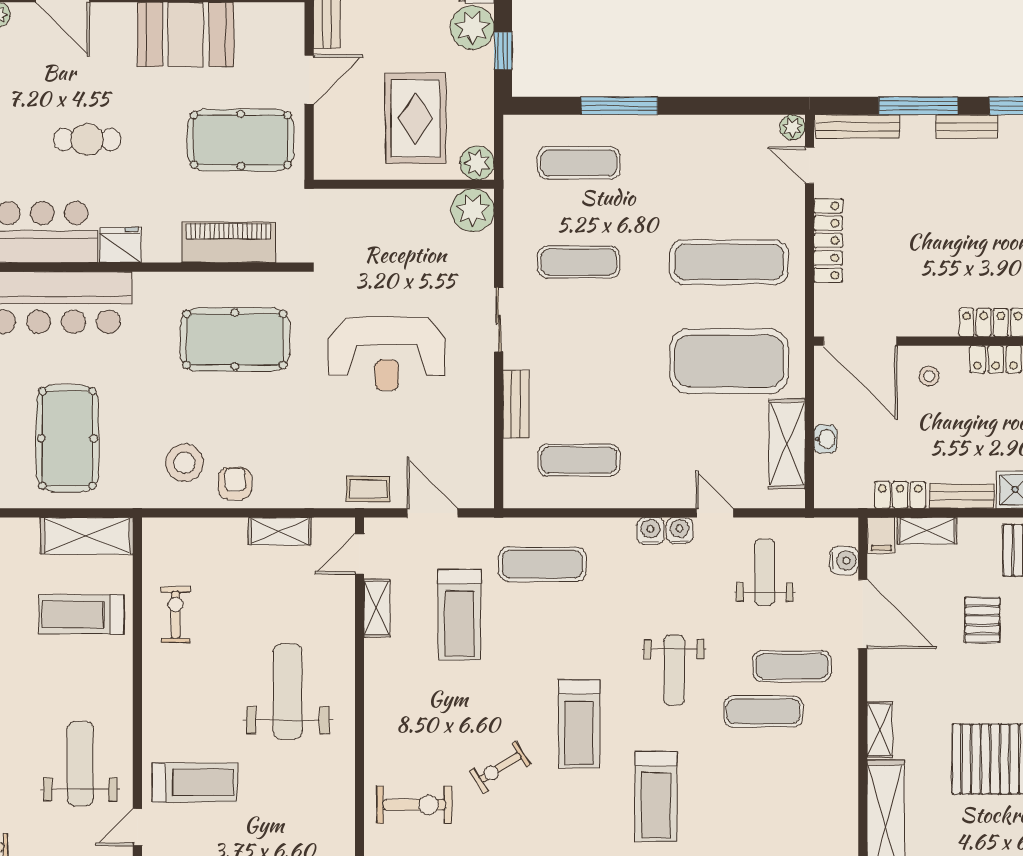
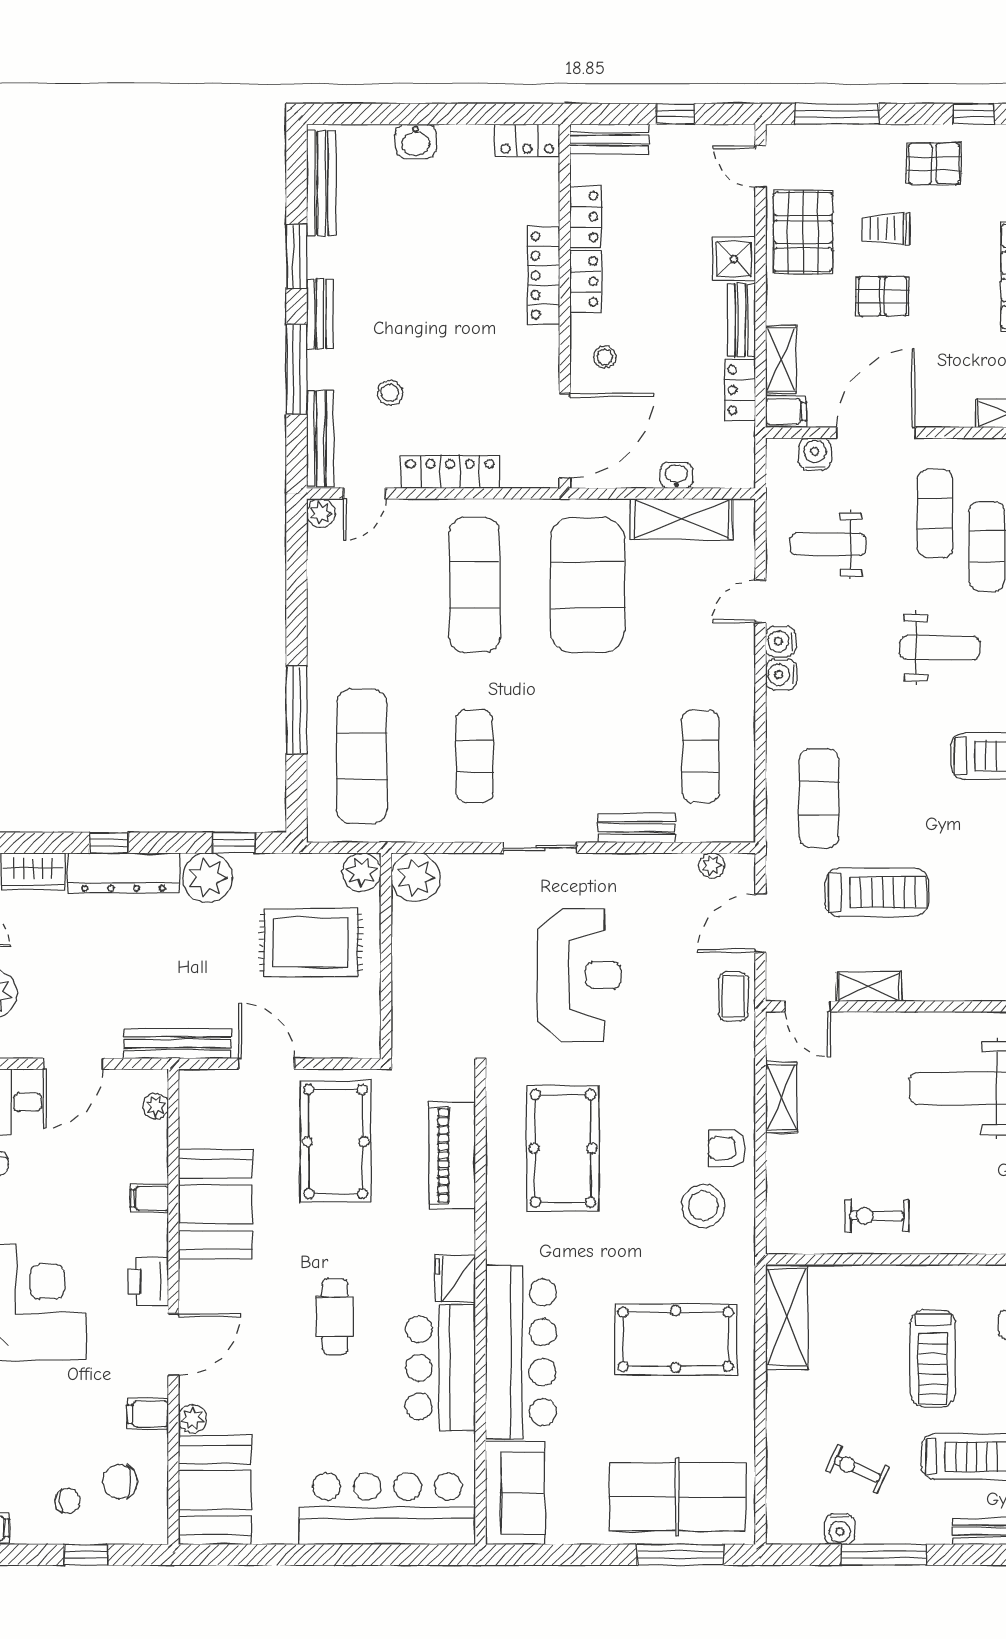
exercise mat: (579, 163) -> (362, 756), width x1.36, depth x1.45
stool: (898, 188) -> (390, 393), added
plant: (483, 470) -> (712, 865), added
treadmill: (82, 614) -> (933, 1358), moved

